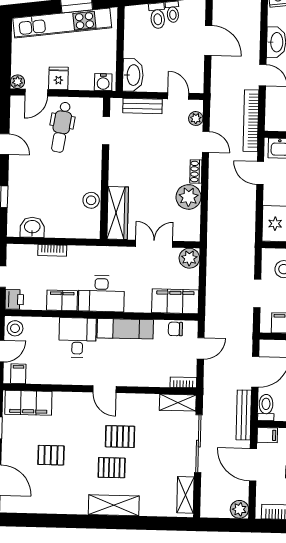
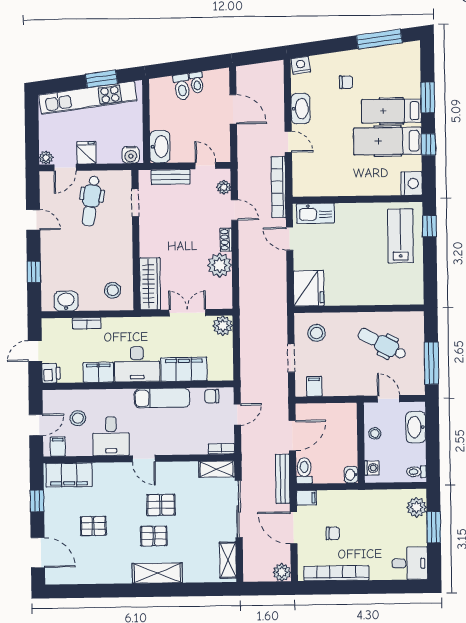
stool: (91, 200) -> (113, 290), moved
filing cabinet: (175, 301) -> (184, 369), moved
stool: (15, 328) -> (78, 418), moved
desk: (77, 337) -> (111, 436), moved, turned 180

